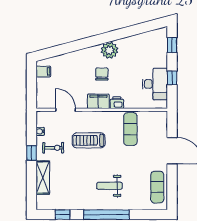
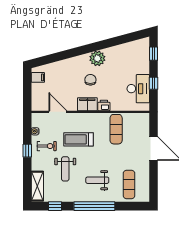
weight bench: (74, 173) -> (65, 169), added
shelving: (43, 178) -> (37, 186), moved
exercise mat: (157, 187) -> (129, 184), moved

